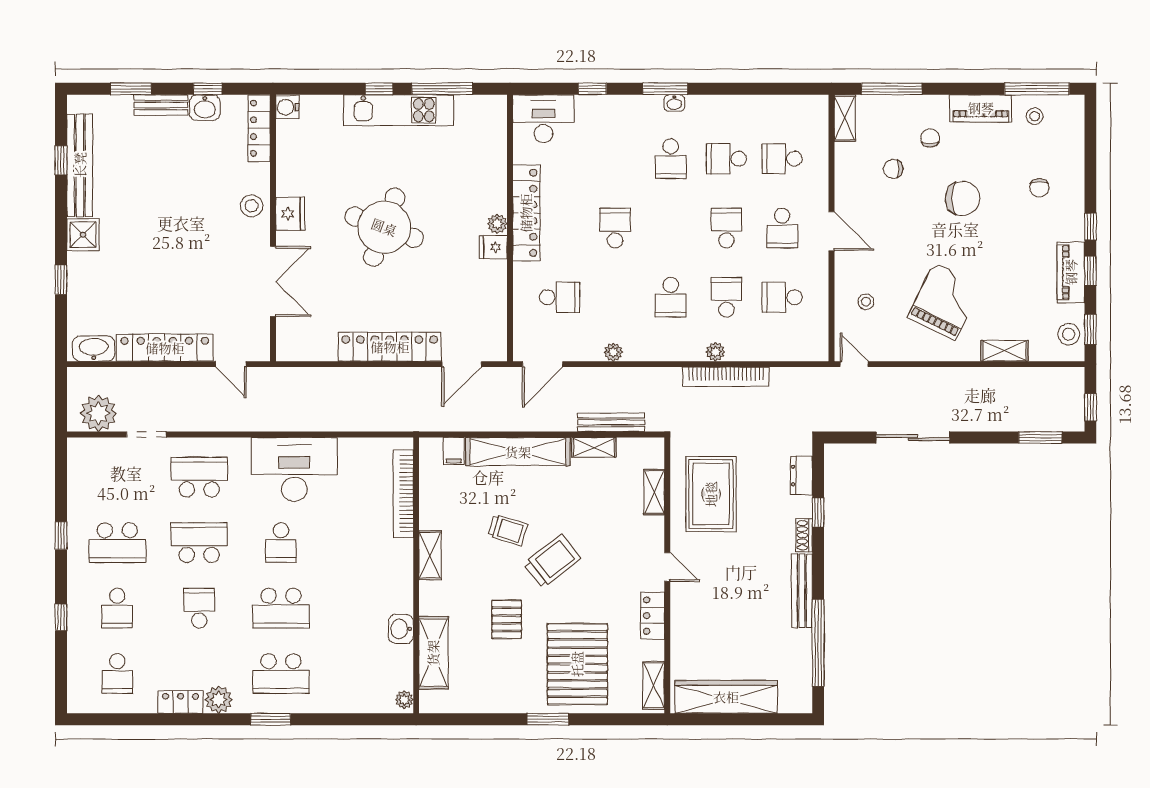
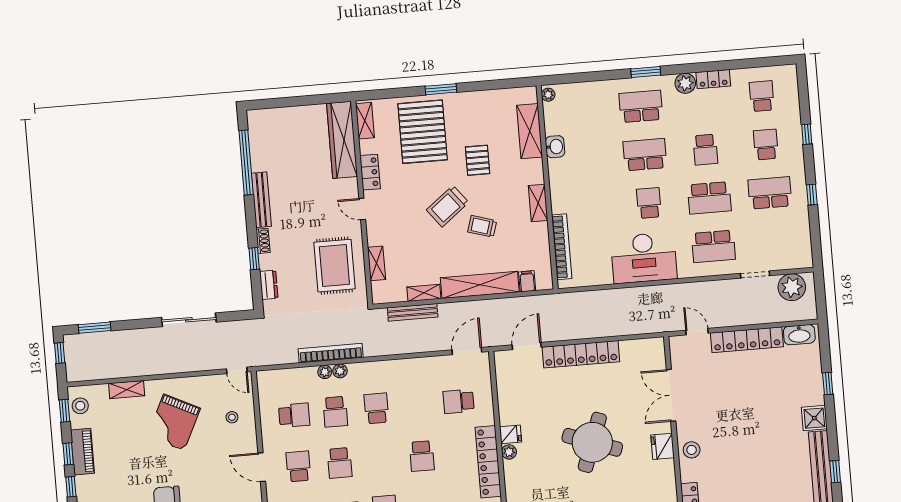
plant: (613, 352) -> (325, 372), moved
wardrobe: (726, 697) -> (342, 140), moved, turned 90

